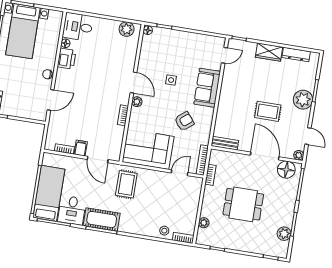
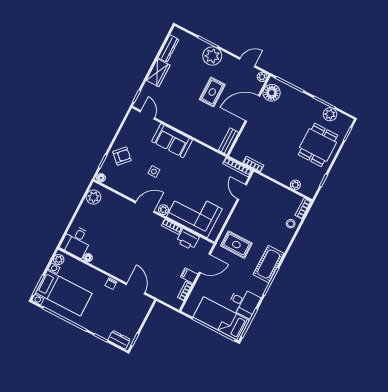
plant: (54, 15) -> (59, 260), added
printer: (67, 59) -> (188, 239), moved, turned 180
armchair: (184, 121) -> (122, 156), moved, turned 83
corner sofa: (148, 149) -> (194, 213), moved, turned 90
dining table: (243, 204) -> (318, 145), moved
cot: (102, 220) -> (269, 264), moved

